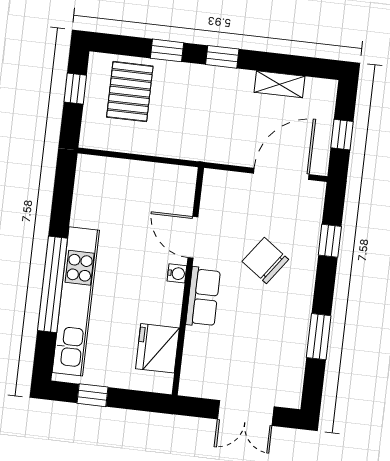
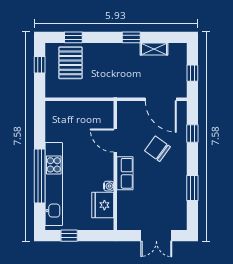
window: (167, 50) -> (73, 37), moved
window: (222, 57) -> (131, 37), moved
door: (281, 174) -> (161, 99), swing flipped
water cooler: (177, 273) -> (109, 186), moved

